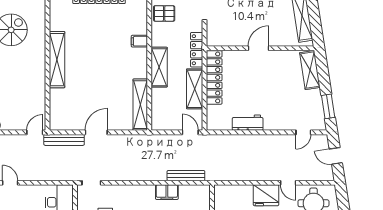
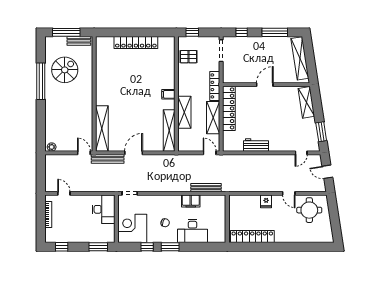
filing cabinet: (139, 41) -> (168, 94), moved
shelving: (57, 60) -> (102, 128), moved
shelving: (159, 67) -> (184, 112), moved
door: (35, 132) -> (84, 153), hinge flipped
fridge: (266, 195) -> (266, 201), width x0.53, depth x0.75

